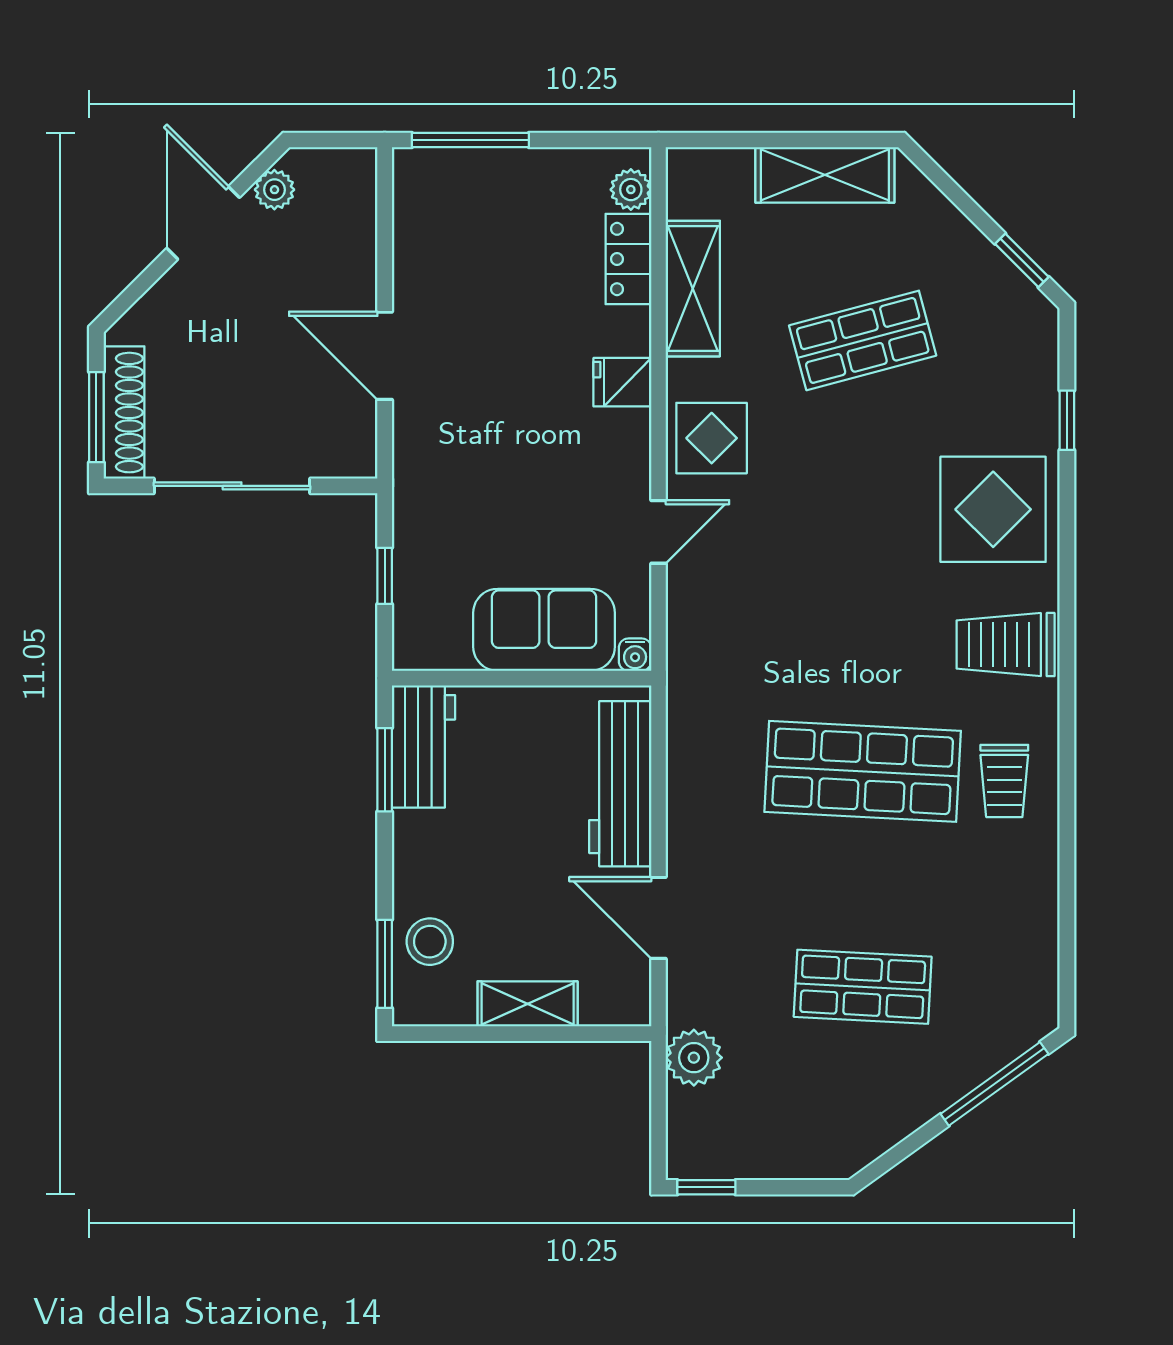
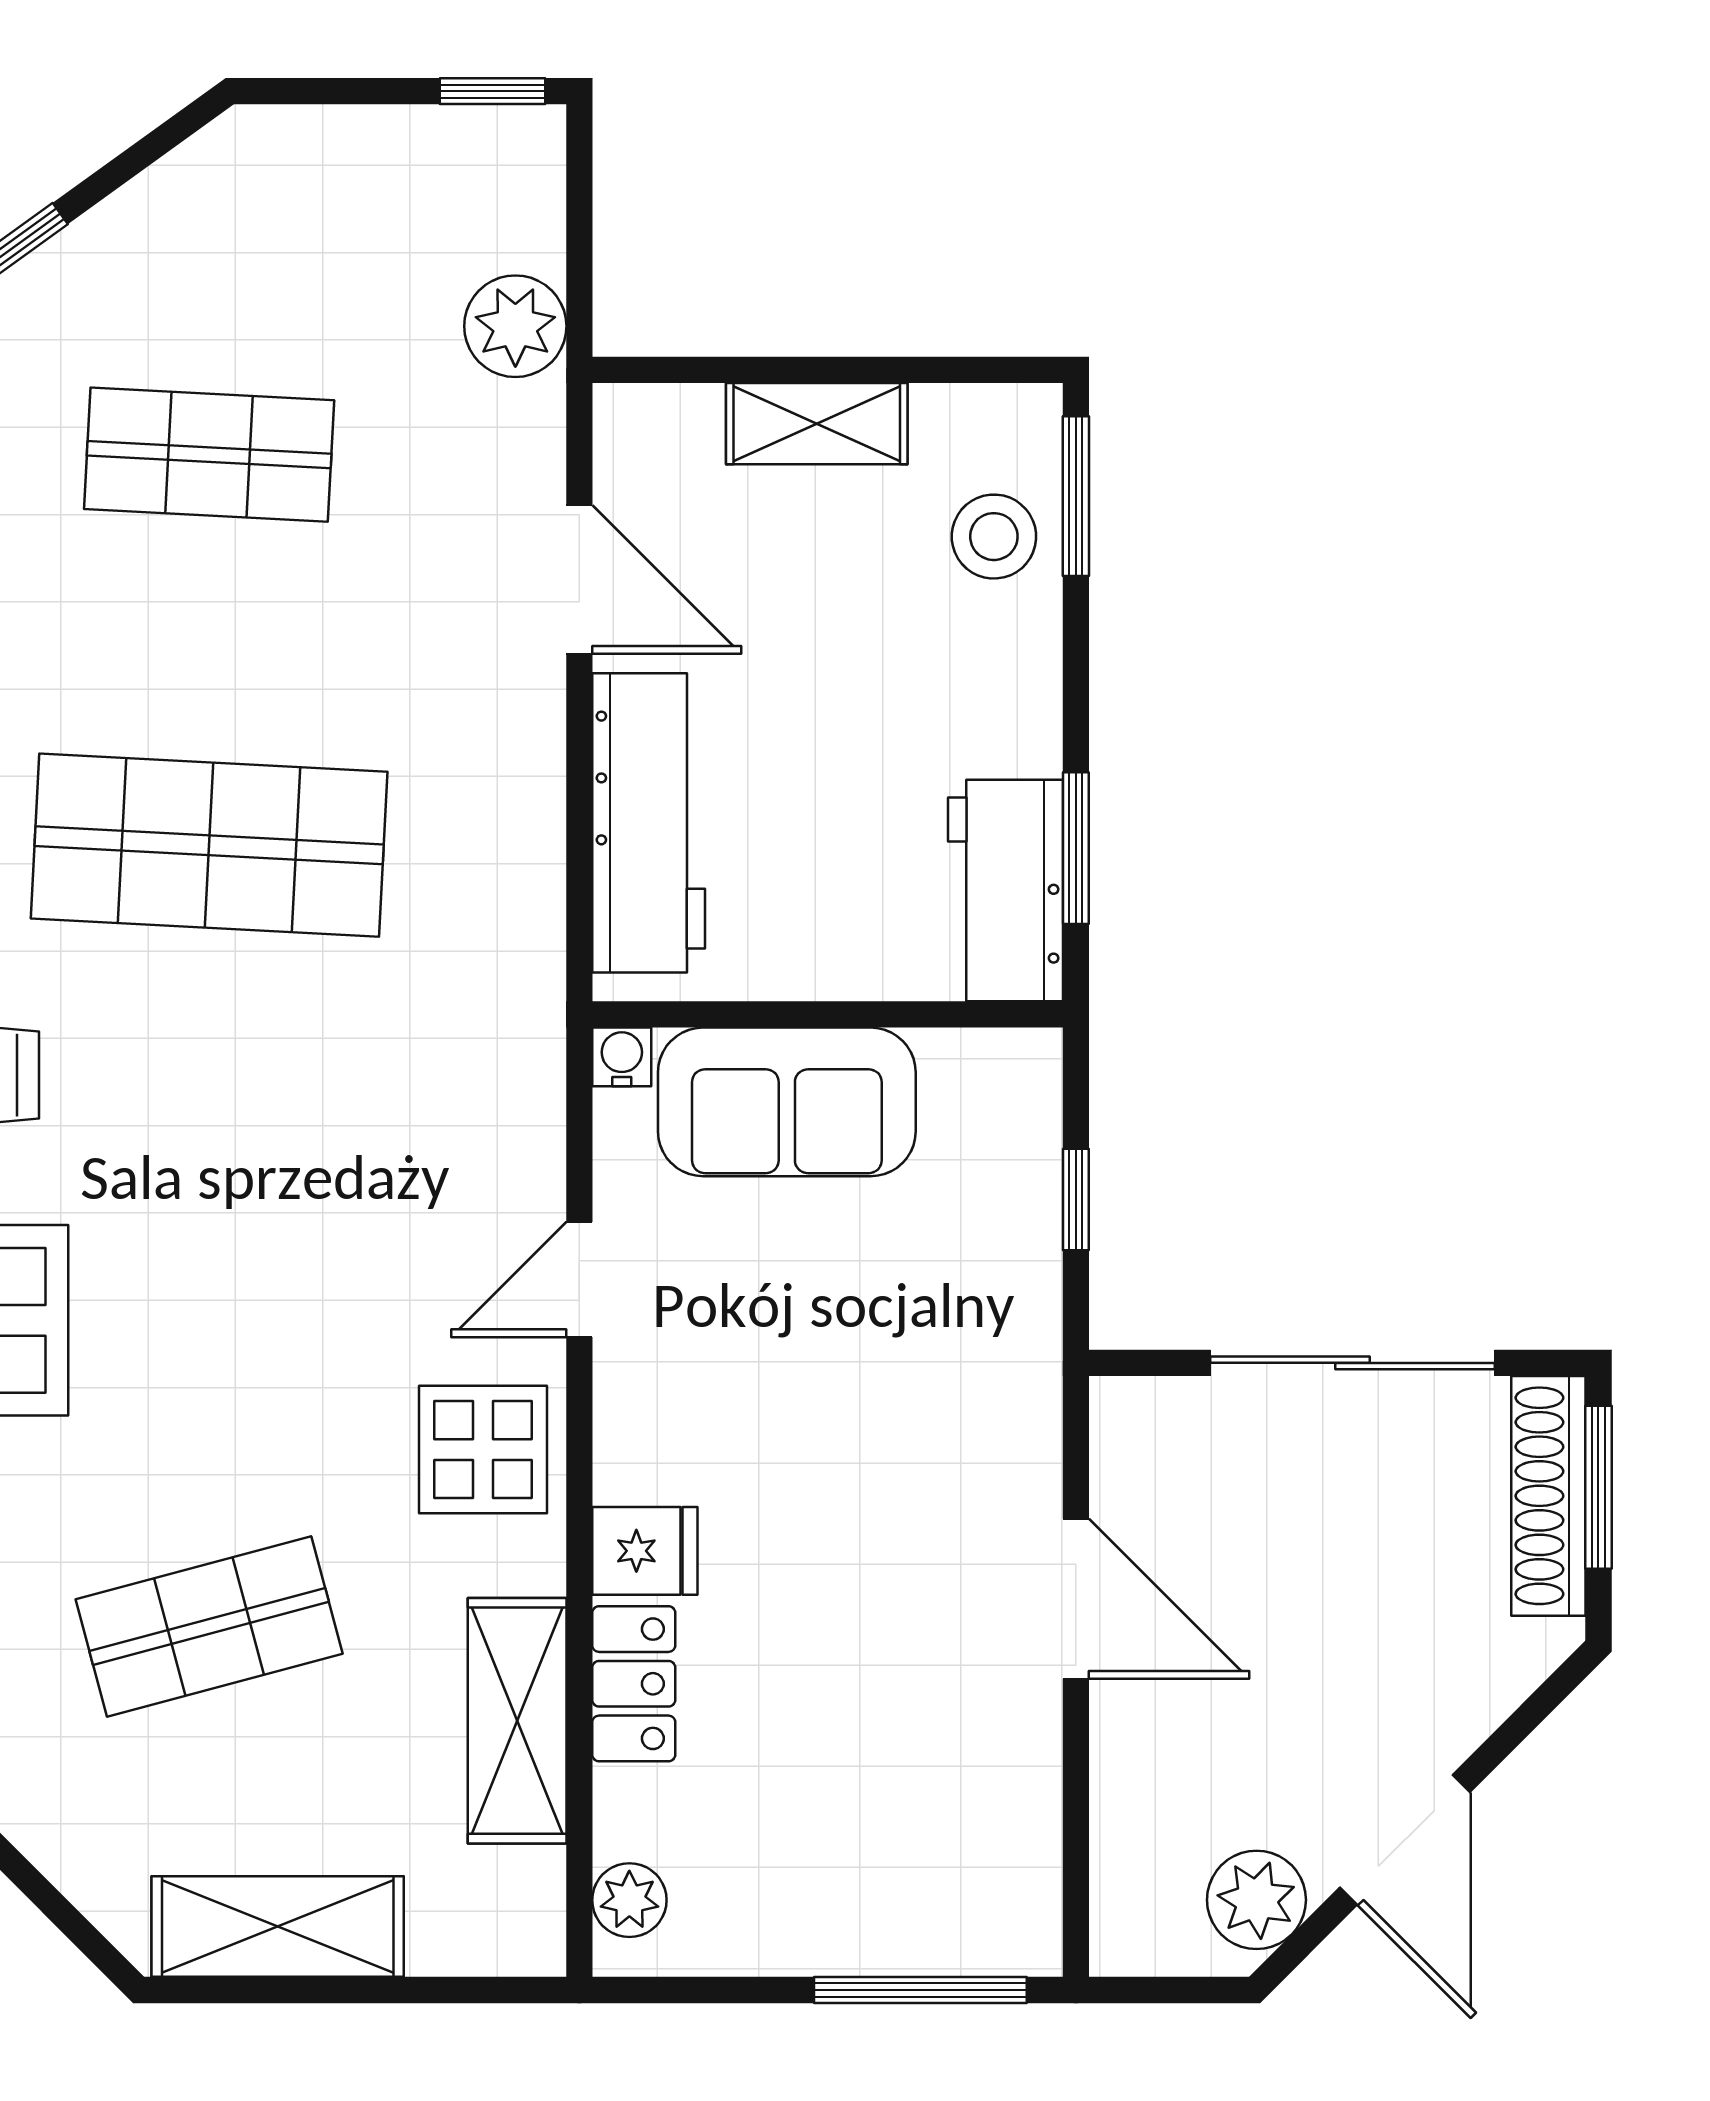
plant: (274, 190) -> (1256, 1900), width x1.38, depth x1.38
locker: (628, 259) -> (634, 1684), moved

